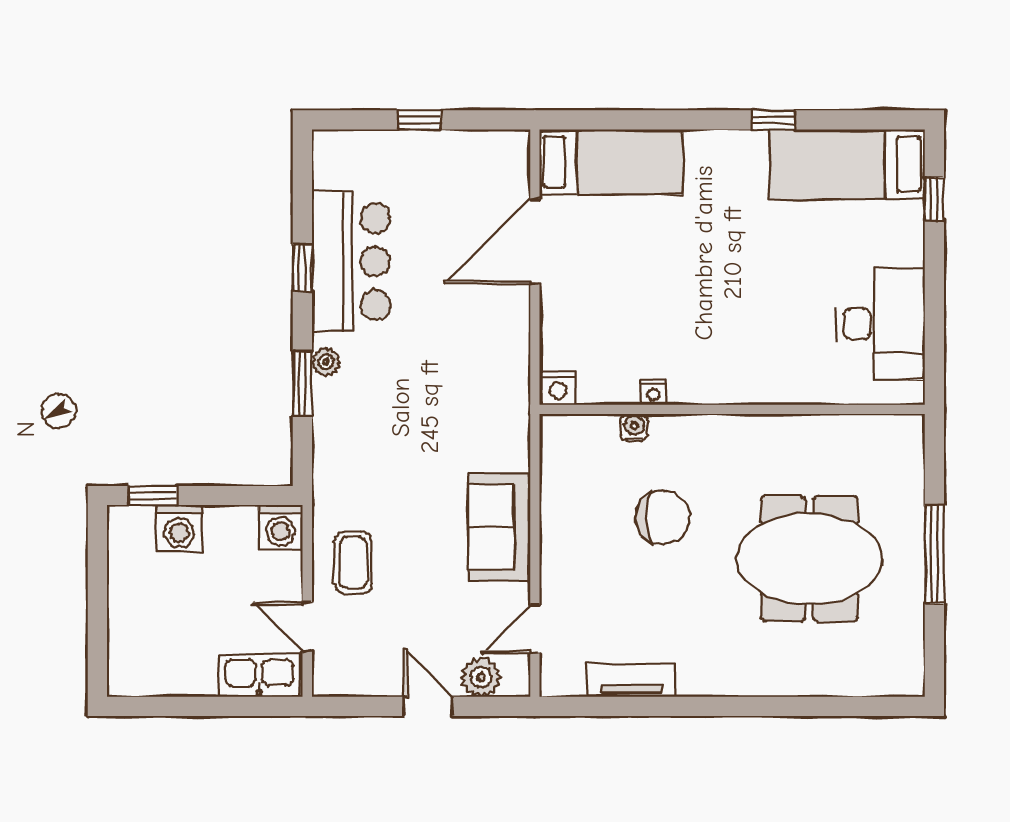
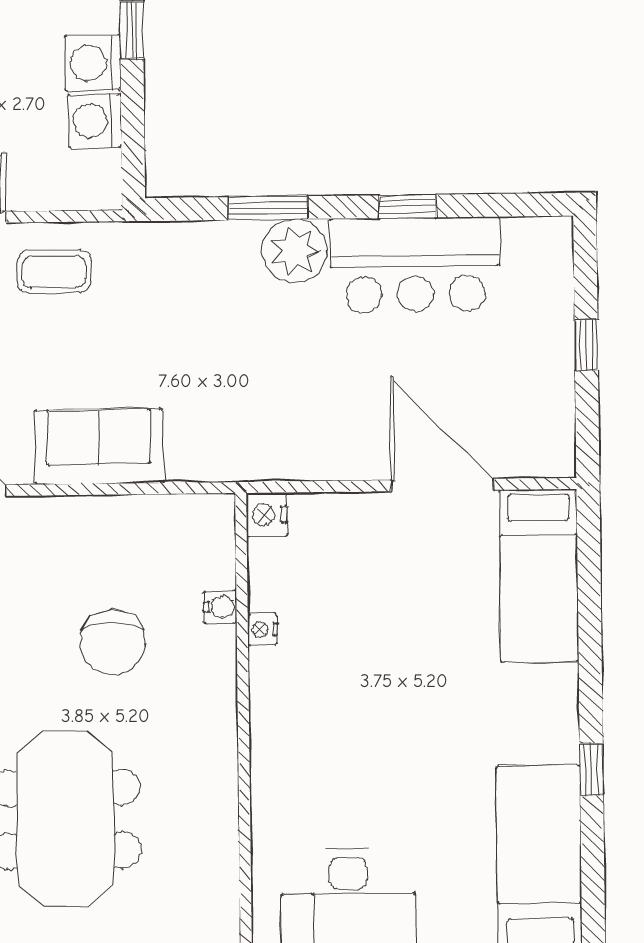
plant: (326, 362) -> (295, 251), width x1.87, depth x1.87
washing machine: (281, 527) -> (95, 121), moved

